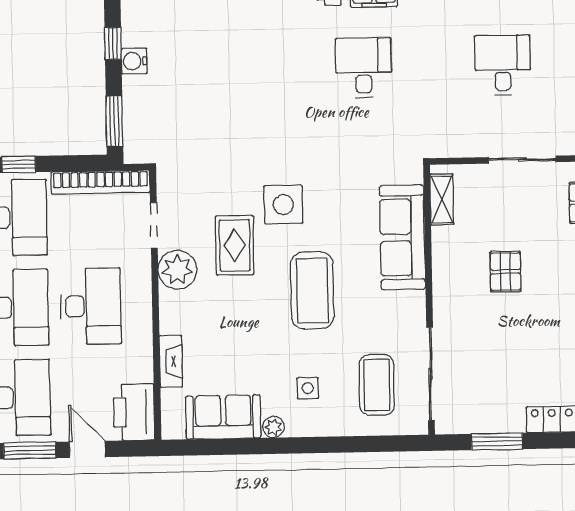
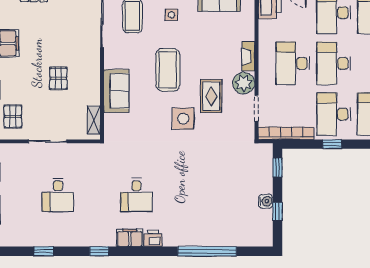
window: (114, 121) -> (278, 168), width x0.67
sofa: (402, 237) -> (116, 91), width x0.73
fireplace: (171, 361) -> (248, 56), moved

